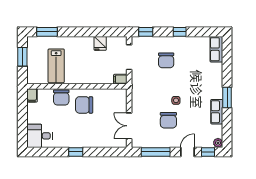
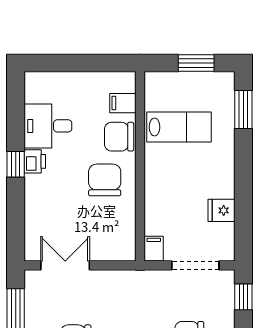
lab bench: (56, 66) -> (179, 127), turned 180
filing cabinet: (32, 95) -> (123, 103), moved
desk: (39, 136) -> (48, 126), moved, turned -90
printer: (74, 142) -> (35, 161), added

